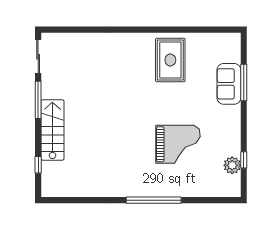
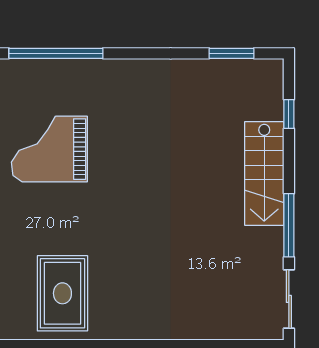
window: (72, 200) -> (232, 53), added
window: (154, 200) -> (56, 53), moved

